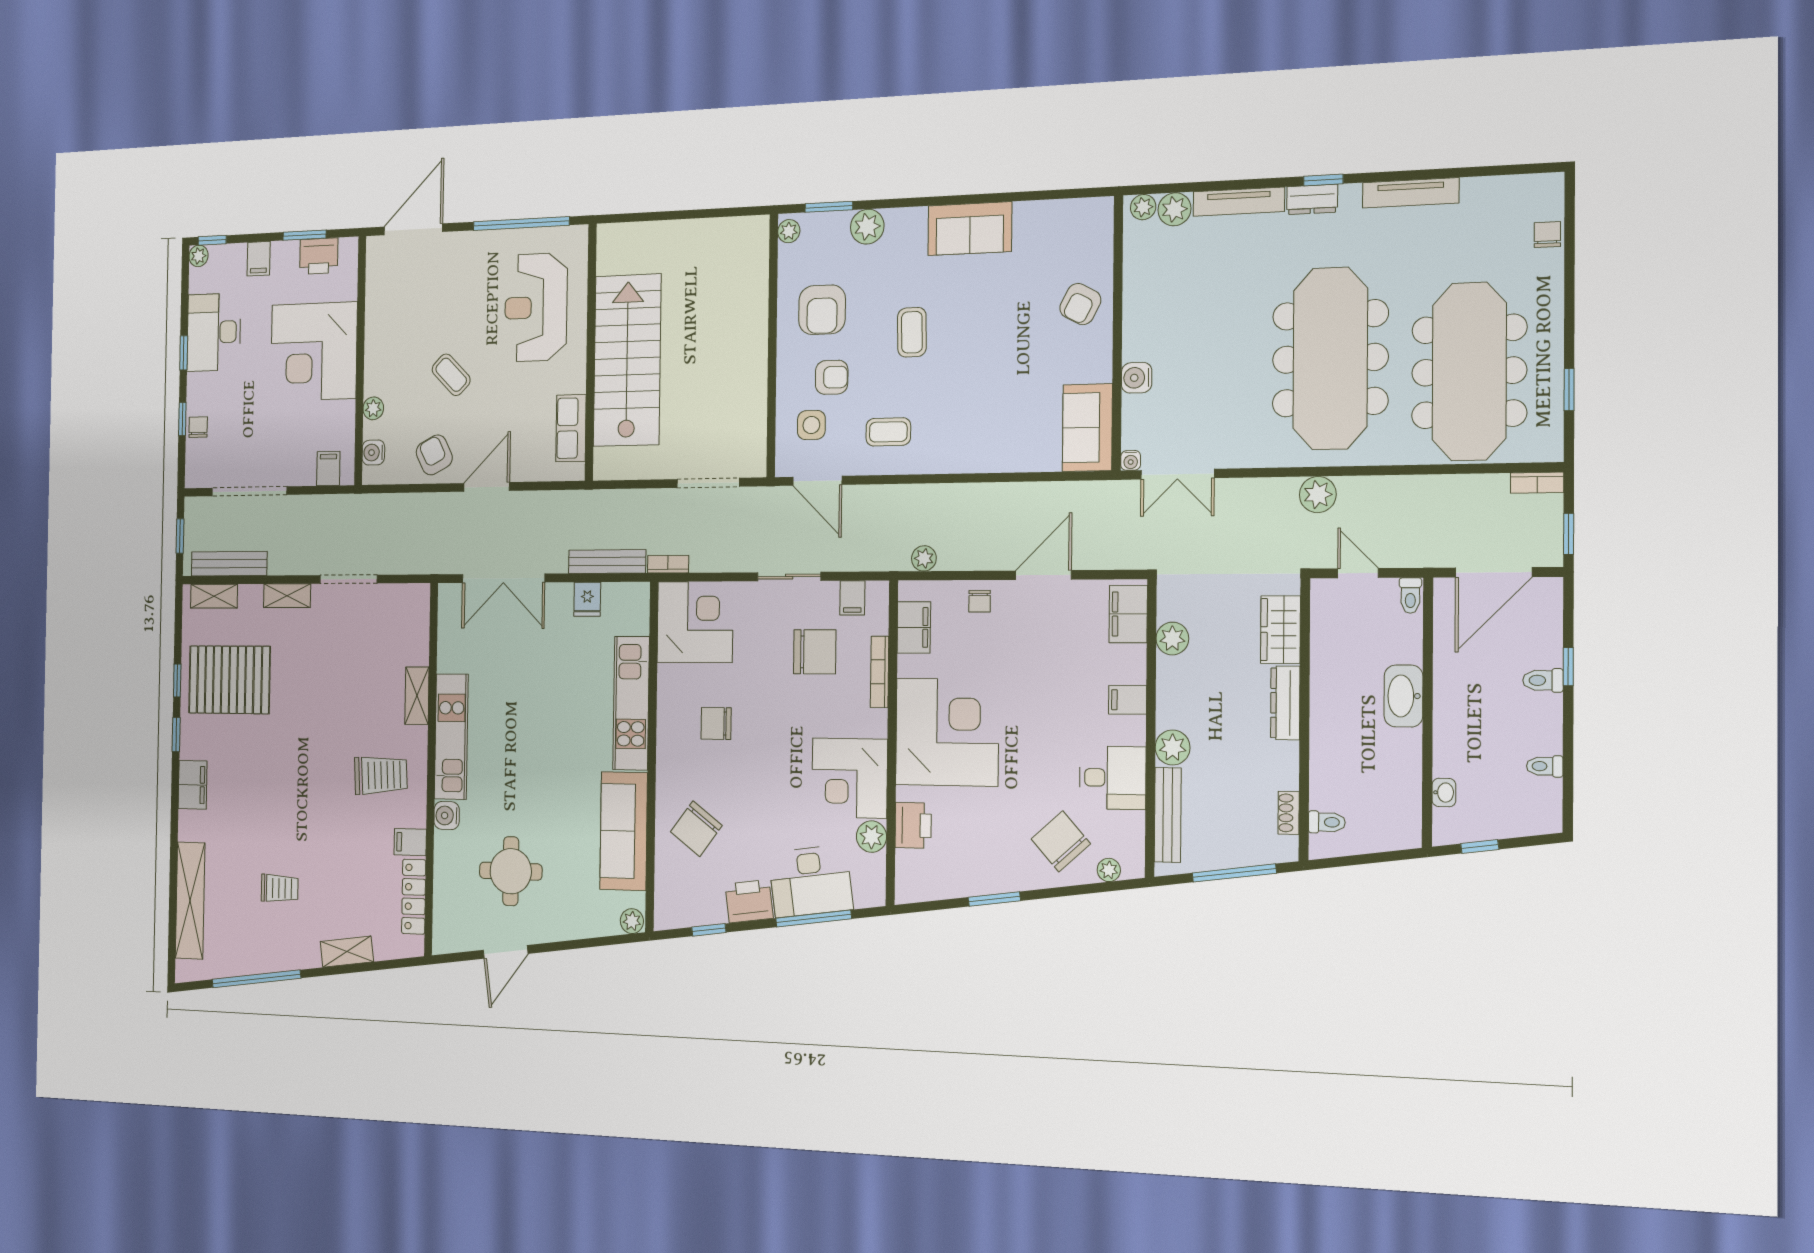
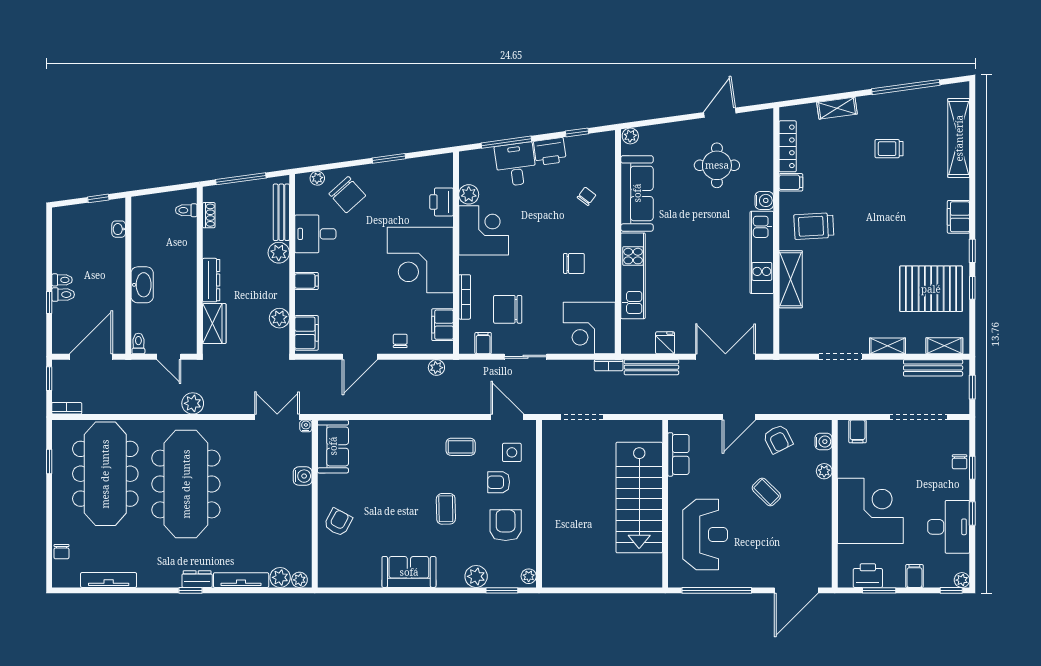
tv unit: (1411, 193) -> (109, 580), moved
shelving: (417, 696) -> (791, 279), width x1.50, depth x1.33
toilet: (1545, 766) -> (62, 280), moved
chair: (696, 829) -> (587, 196), width x0.54, depth x0.54
desk: (811, 881) -> (516, 164), width x0.73

